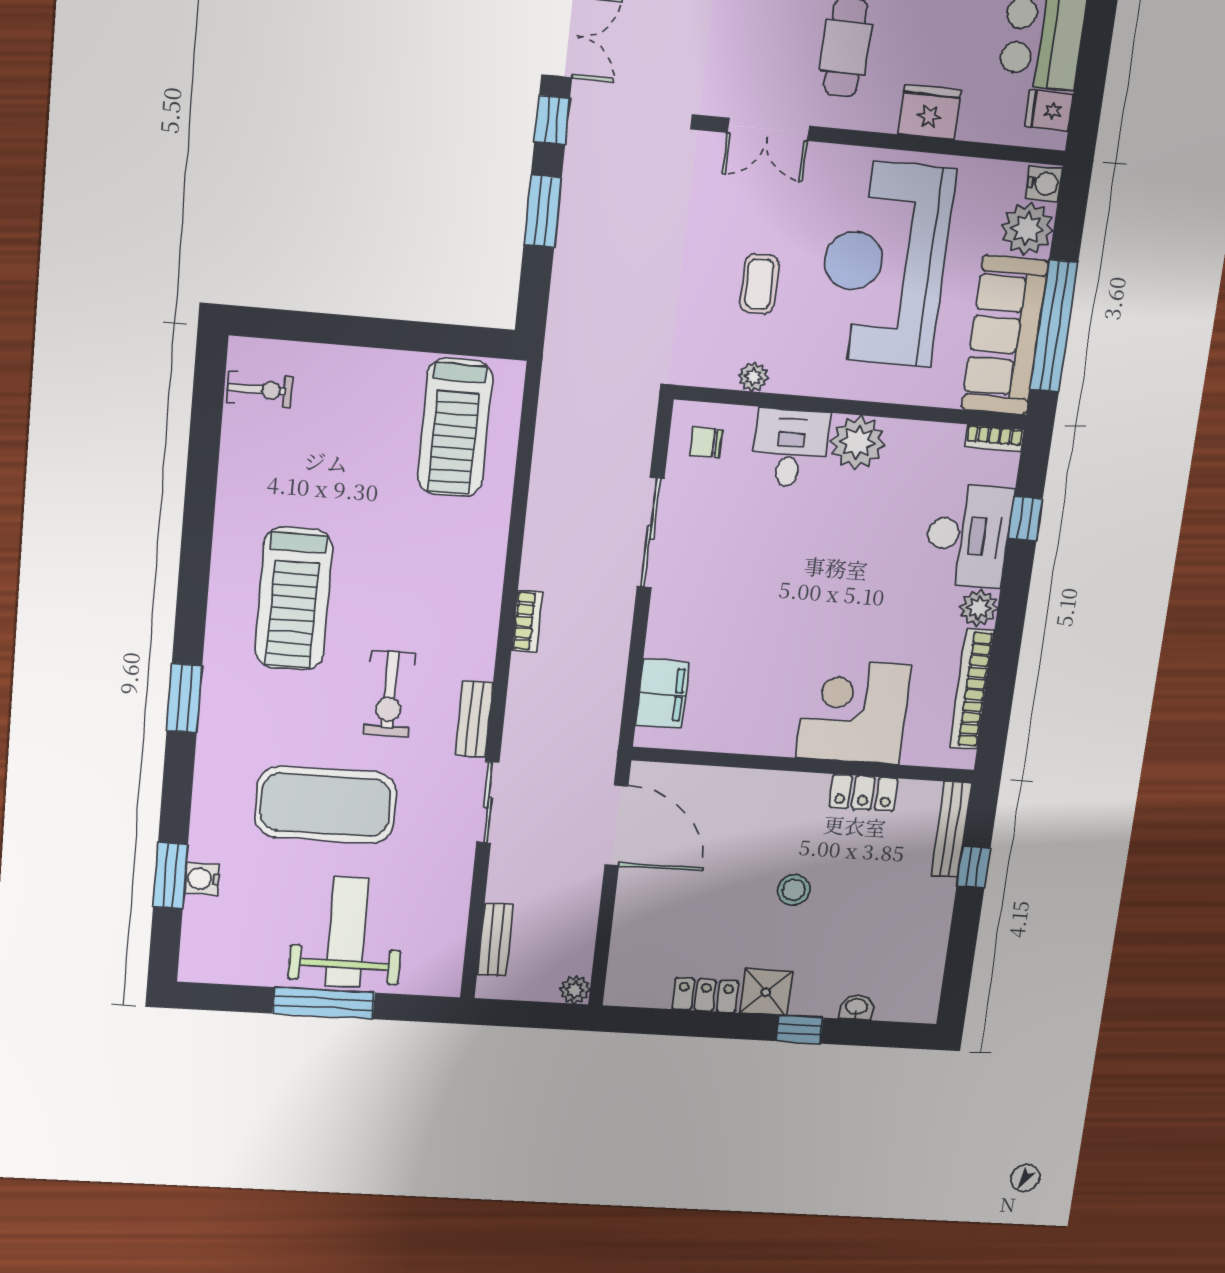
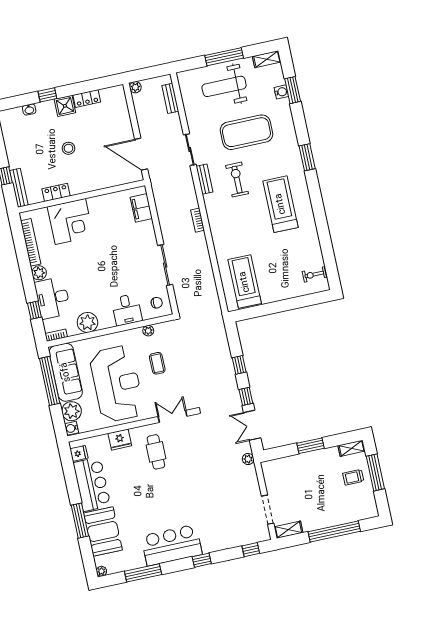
window: (543, 211) -> (239, 365), width x0.67
plant: (858, 442) -> (87, 322), moved
weight bench: (347, 932) -> (224, 86), turned 90
shelving: (215, 969) -> (267, 59), added

